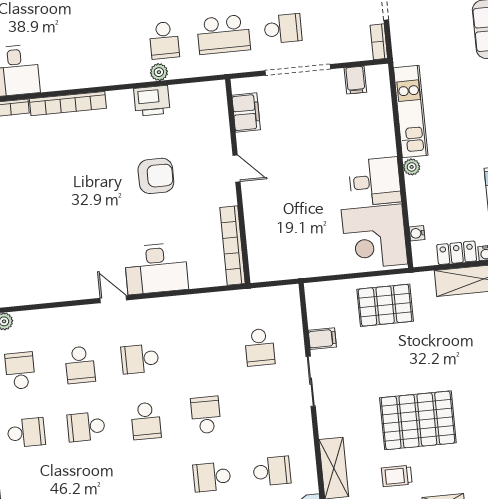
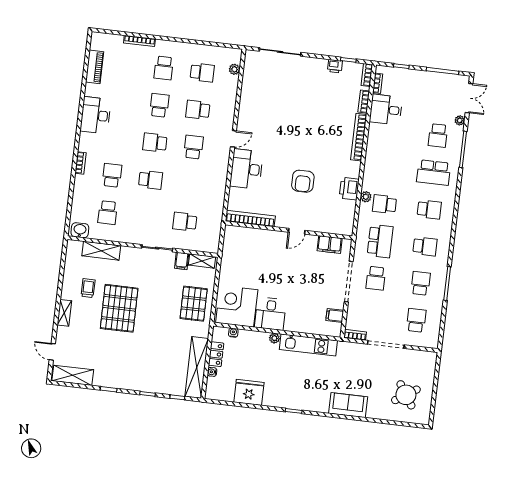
school desk: (224, 34) -> (380, 241), turned 180
shelving: (315, 307) -> (202, 261), added

